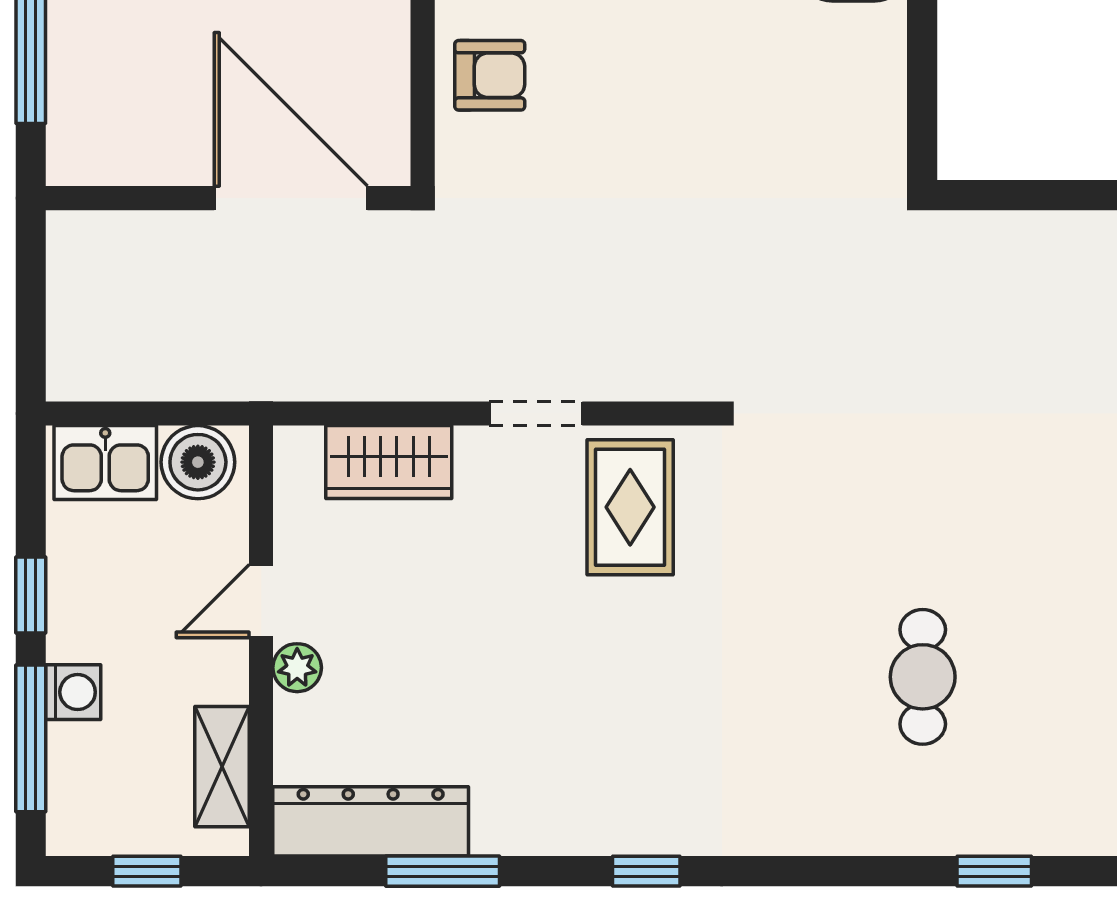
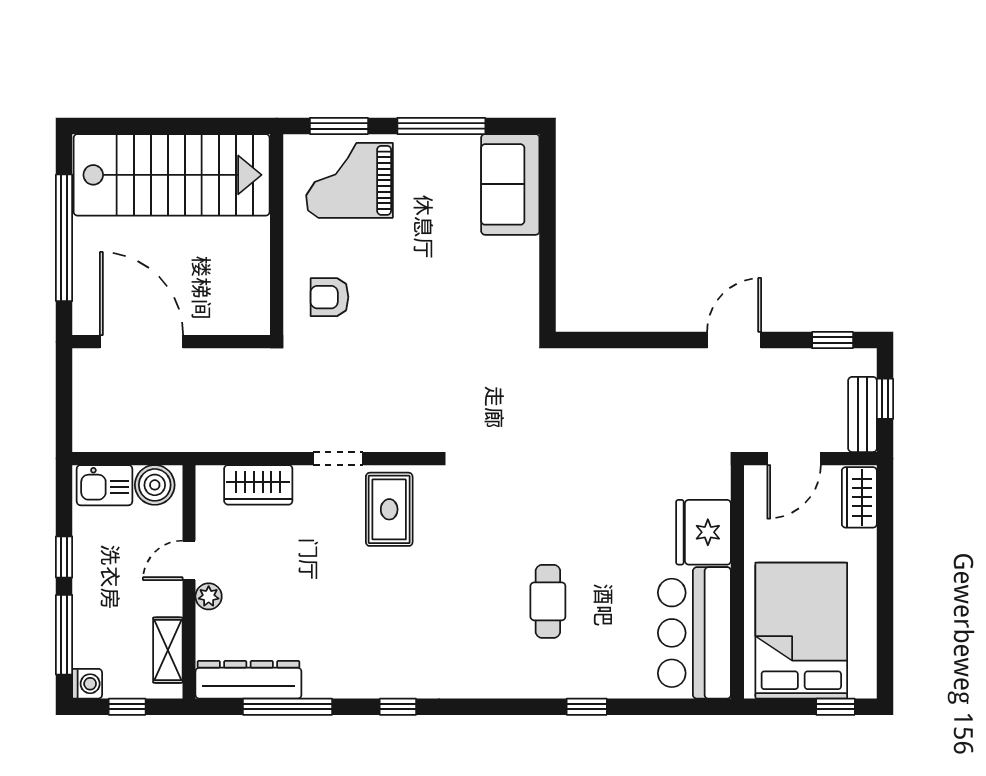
armchair: (490, 75) -> (329, 297), moved, turned 180
door: (291, 198) -> (142, 342), moved
washing machine: (73, 692) -> (87, 684), moved
window: (443, 871) -> (288, 707), width x1.44

